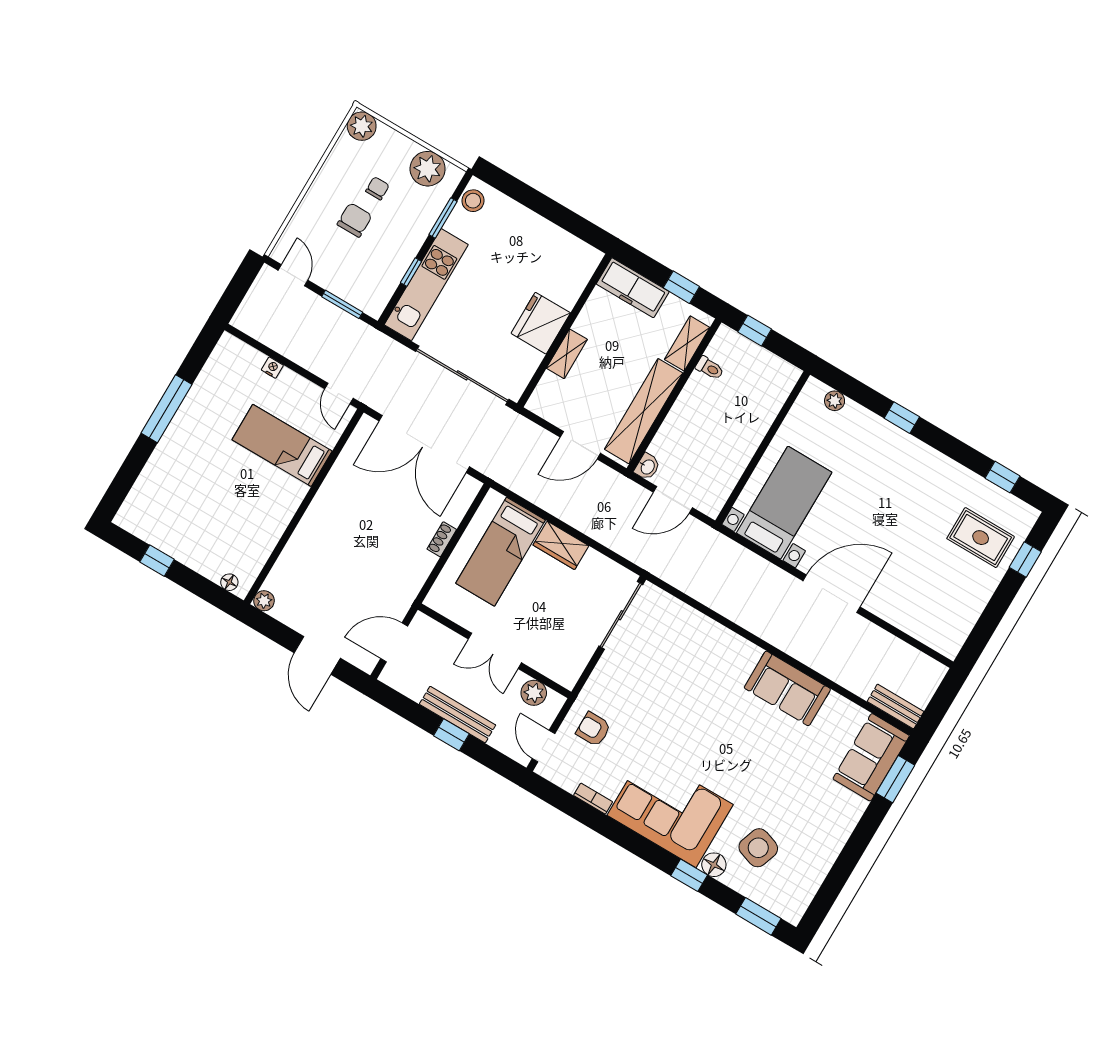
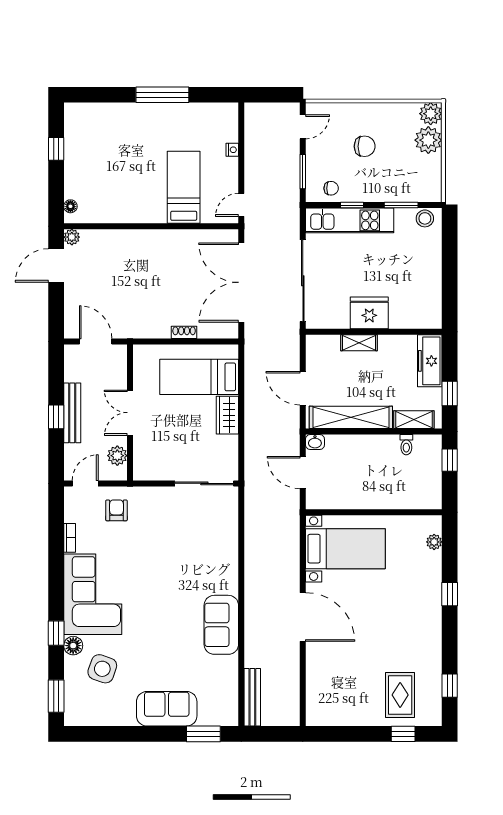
plant: (428, 169) -> (428, 140), moved
chair: (377, 188) -> (331, 188), moved
door: (317, 655) -> (56, 265), moved
bench: (896, 706) -> (252, 697), width x1.36
sofa: (871, 757) -> (167, 709), moved

